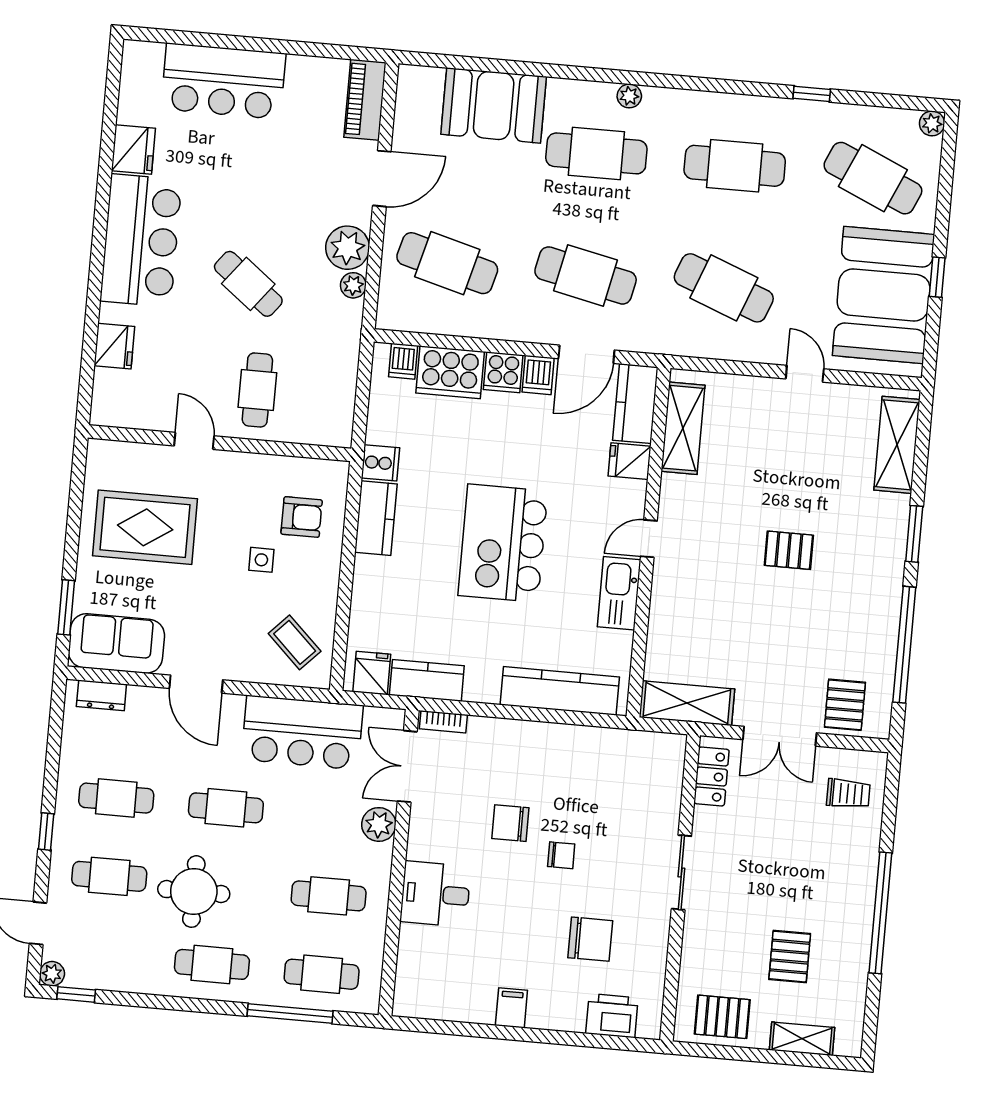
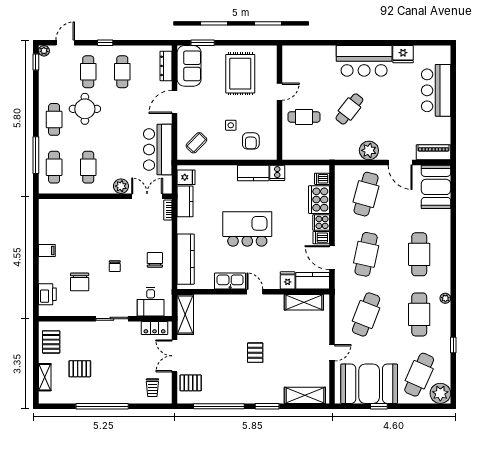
plant: (629, 96) -> (445, 298), moved
booth: (494, 105) -> (436, 187), moved
plant: (932, 123) -> (440, 393), width x1.87, depth x1.87
plant: (353, 285) -> (353, 154), removed
fridge: (114, 346) -> (317, 53), removed
dresser: (101, 695) -> (166, 66), width x1.44
cafe table: (226, 808) -> (122, 119), removed
chair: (510, 823) -> (155, 260), moved
desk: (435, 894) -> (151, 302), moved, turned 180

